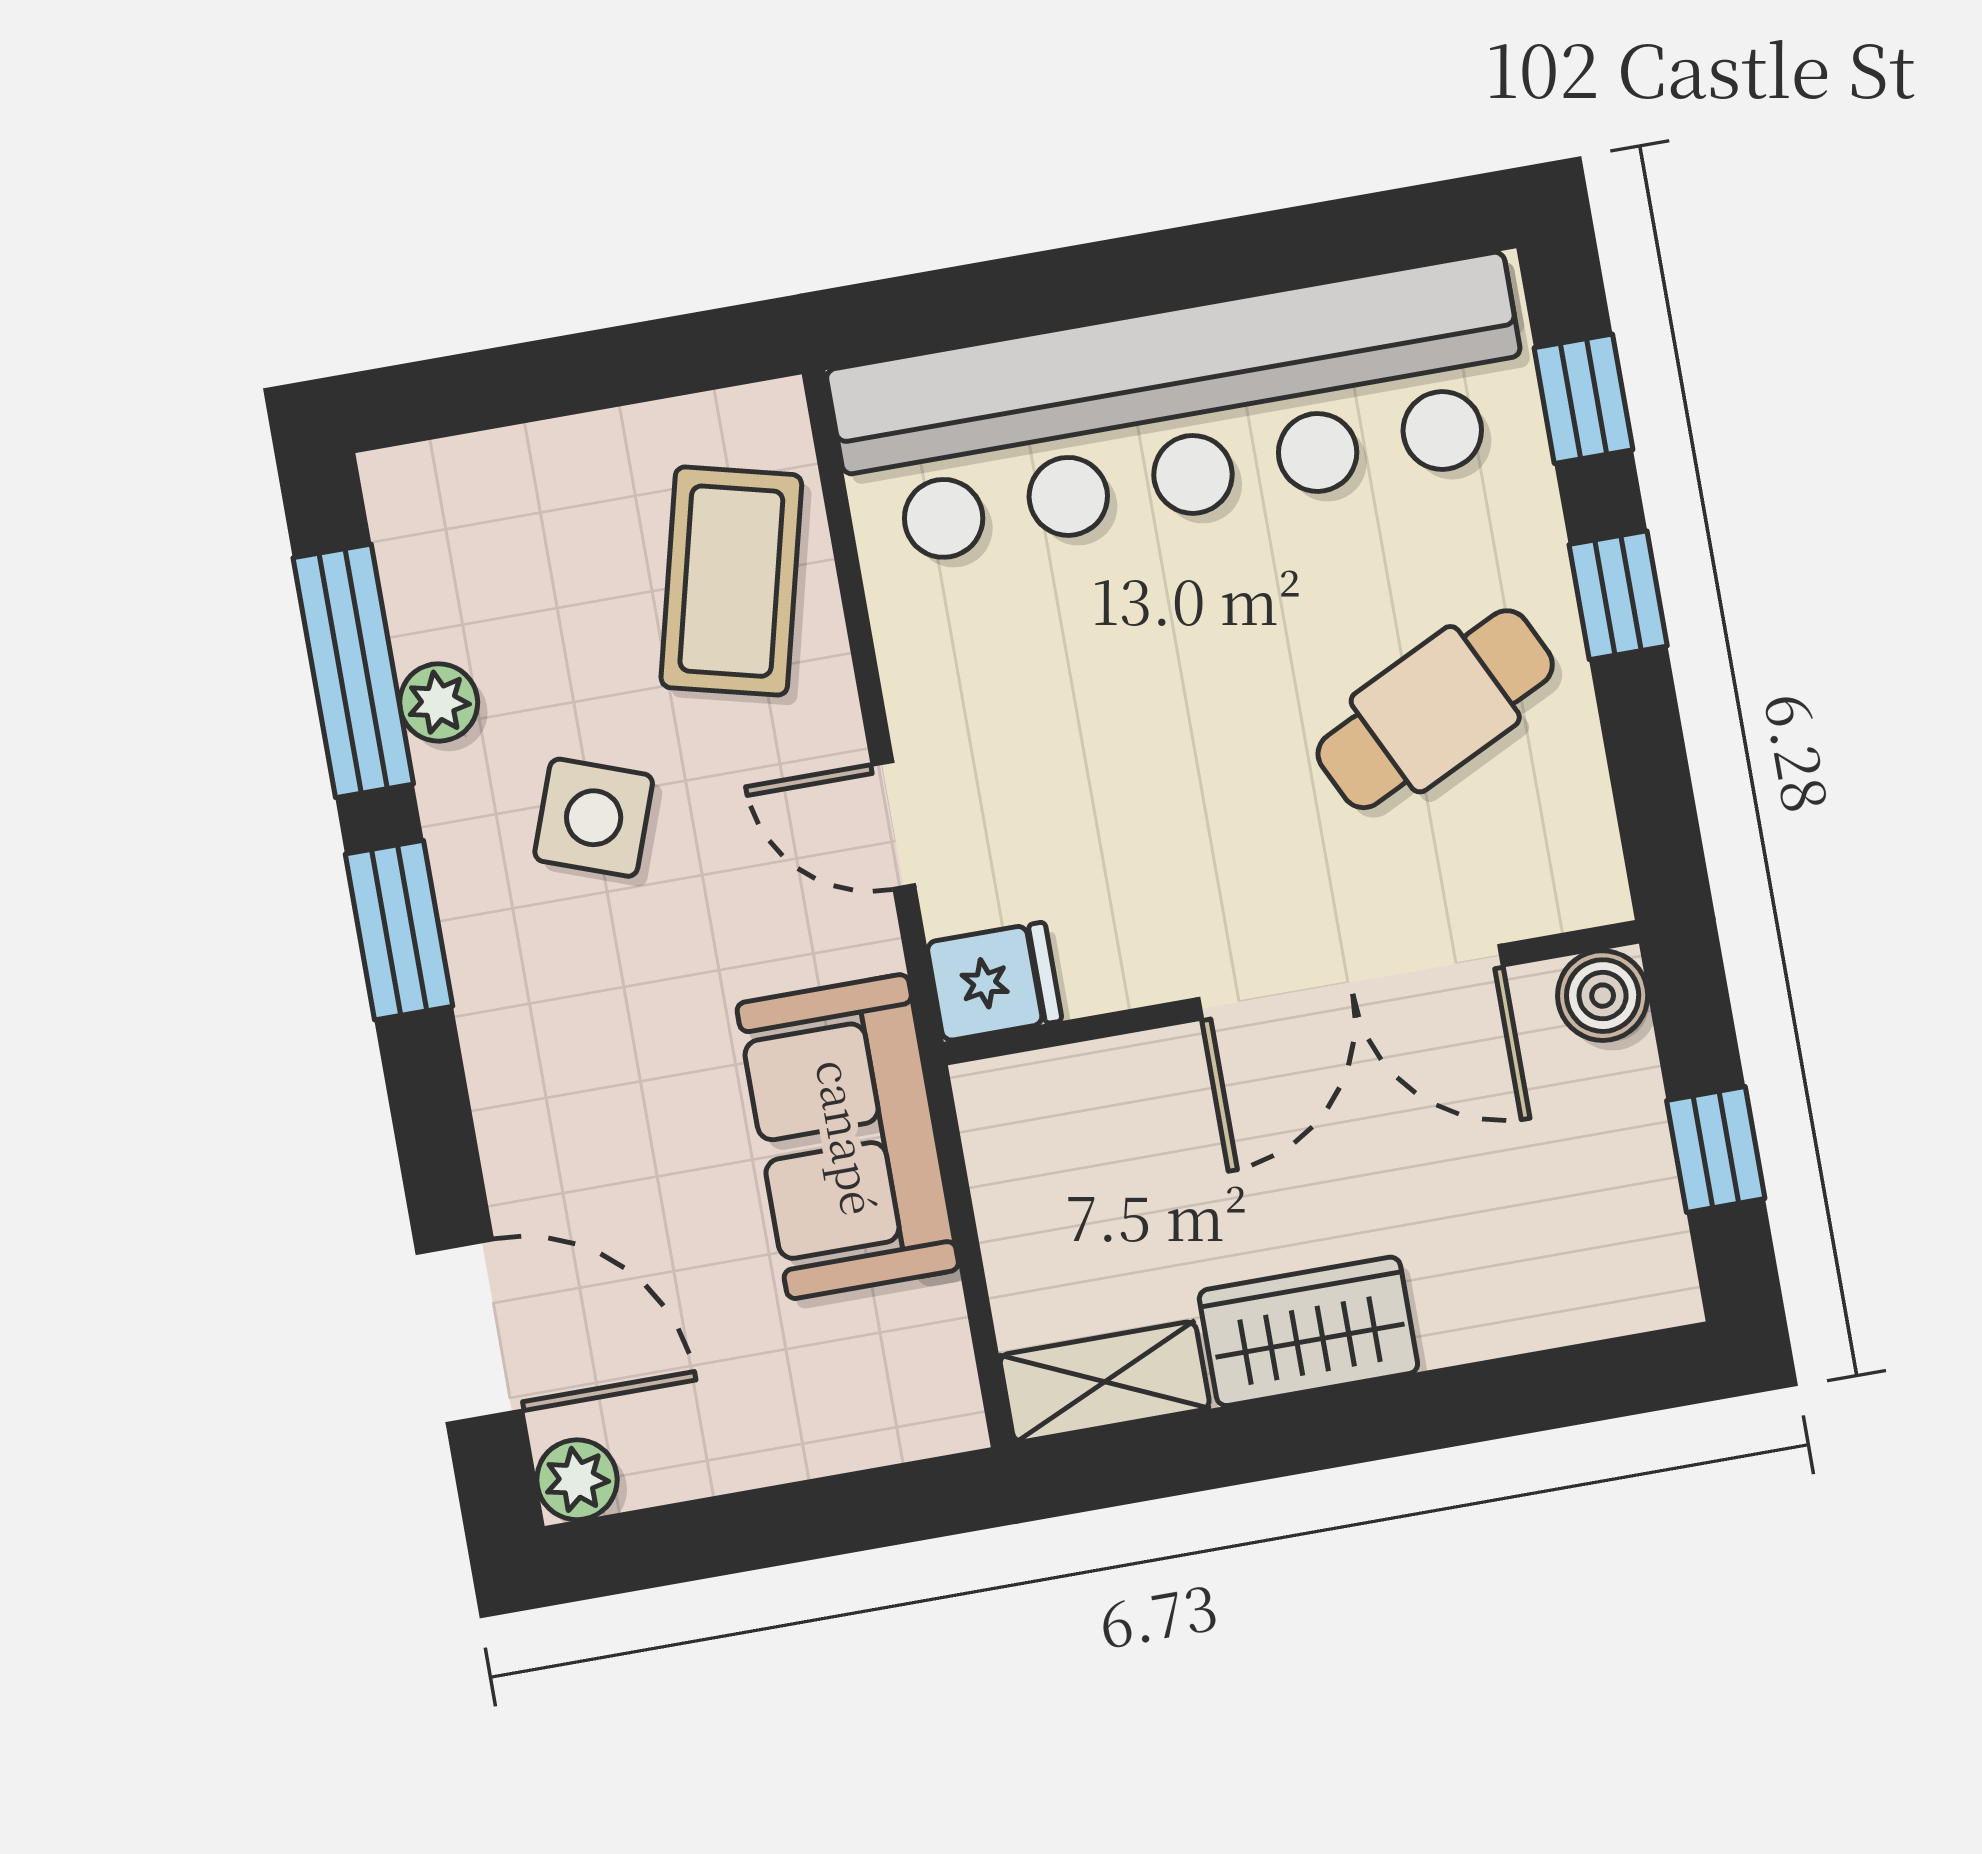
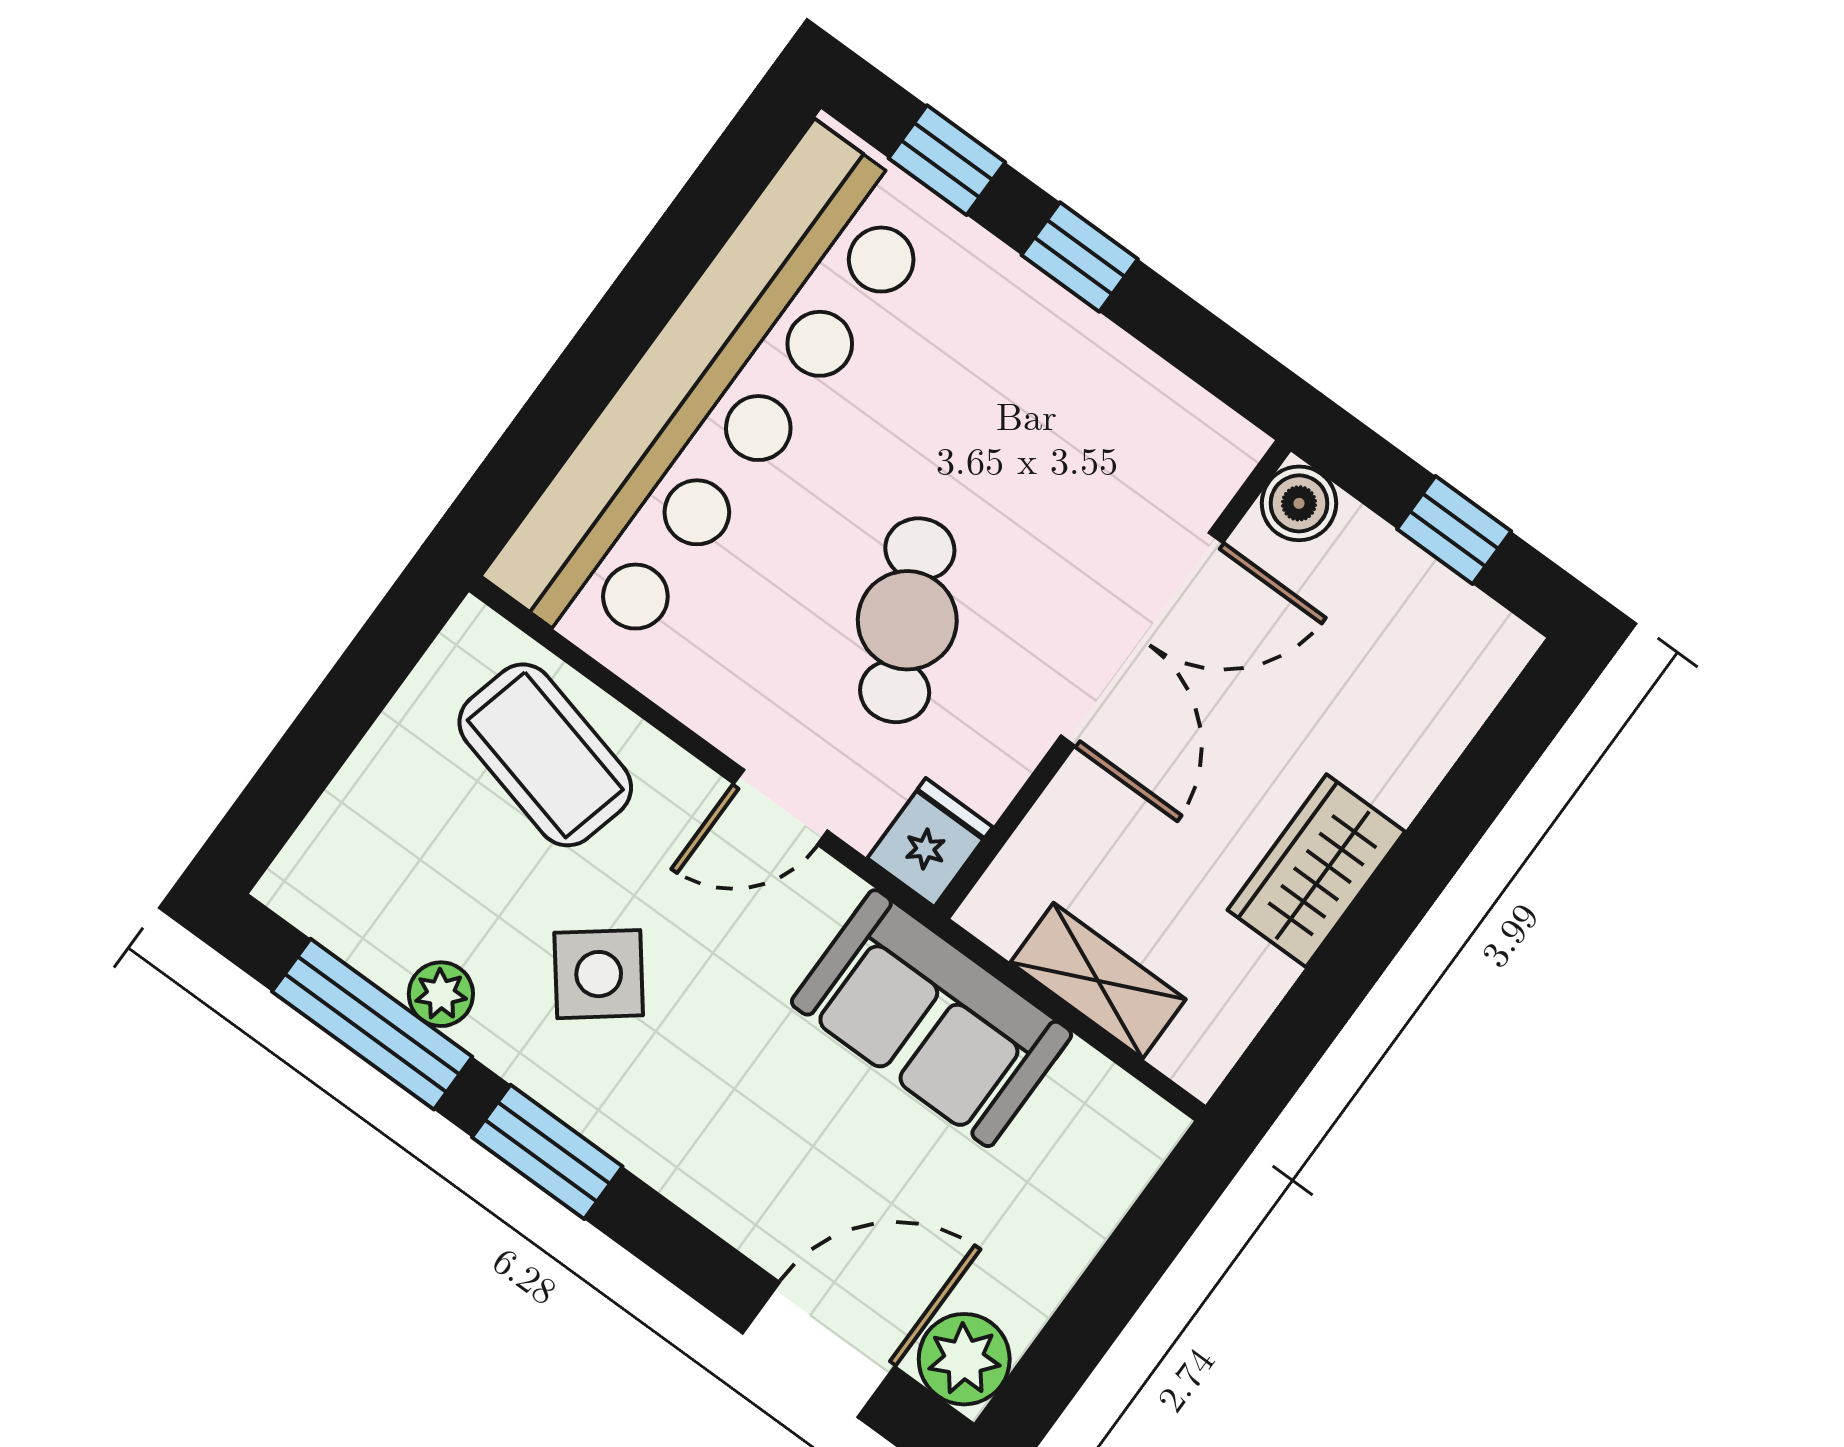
cafe table: (1435, 709) -> (907, 620), moved
side table: (594, 818) -> (599, 974), turned 32
shelving: (1105, 1382) -> (1098, 981), moved, turned 90
plant: (577, 1480) -> (964, 1359), width x1.38, depth x1.38

